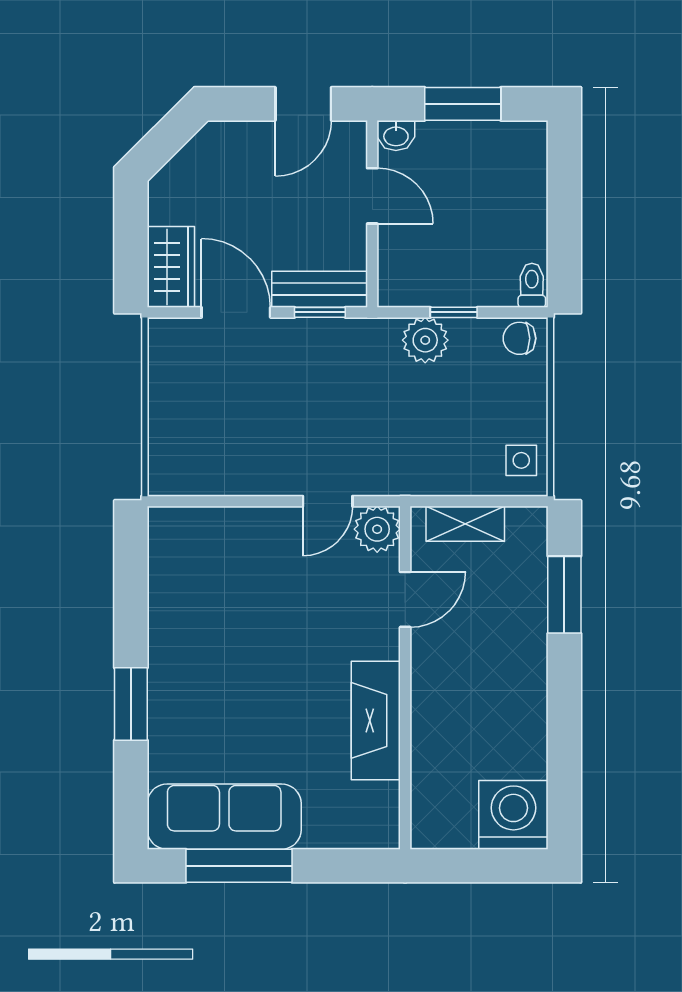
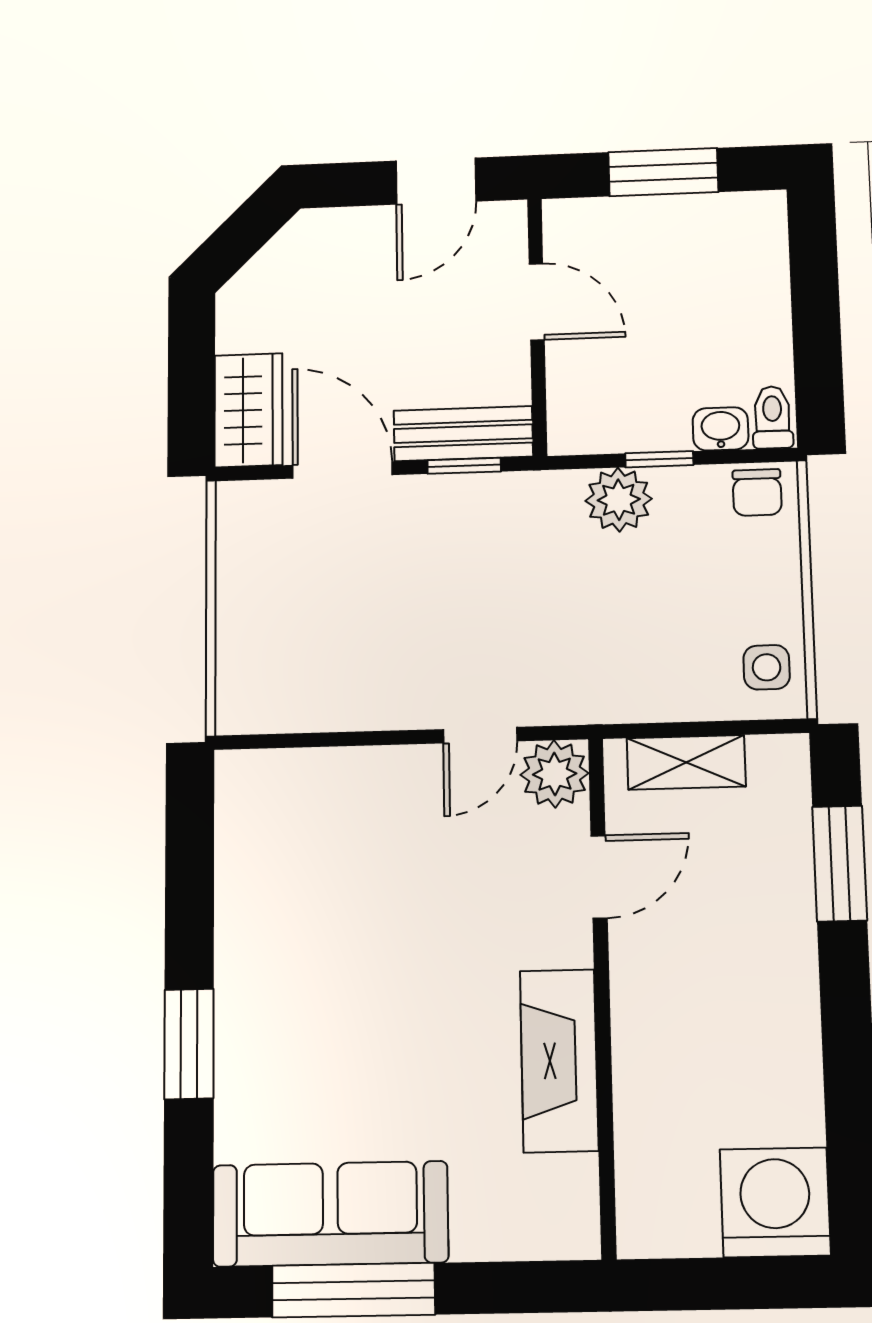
washbasin: (396, 135) -> (721, 429), moved, turned 180
chair: (519, 338) -> (757, 492), turned -90

